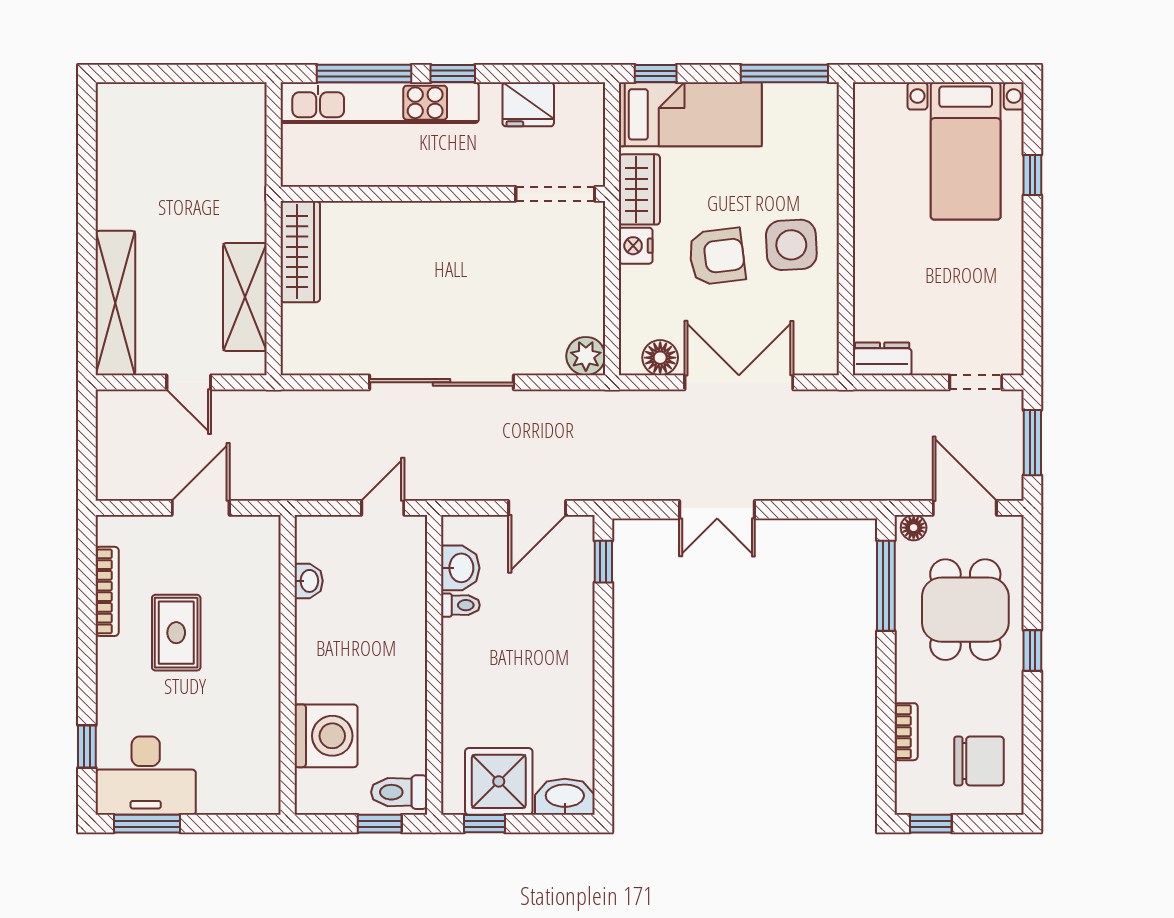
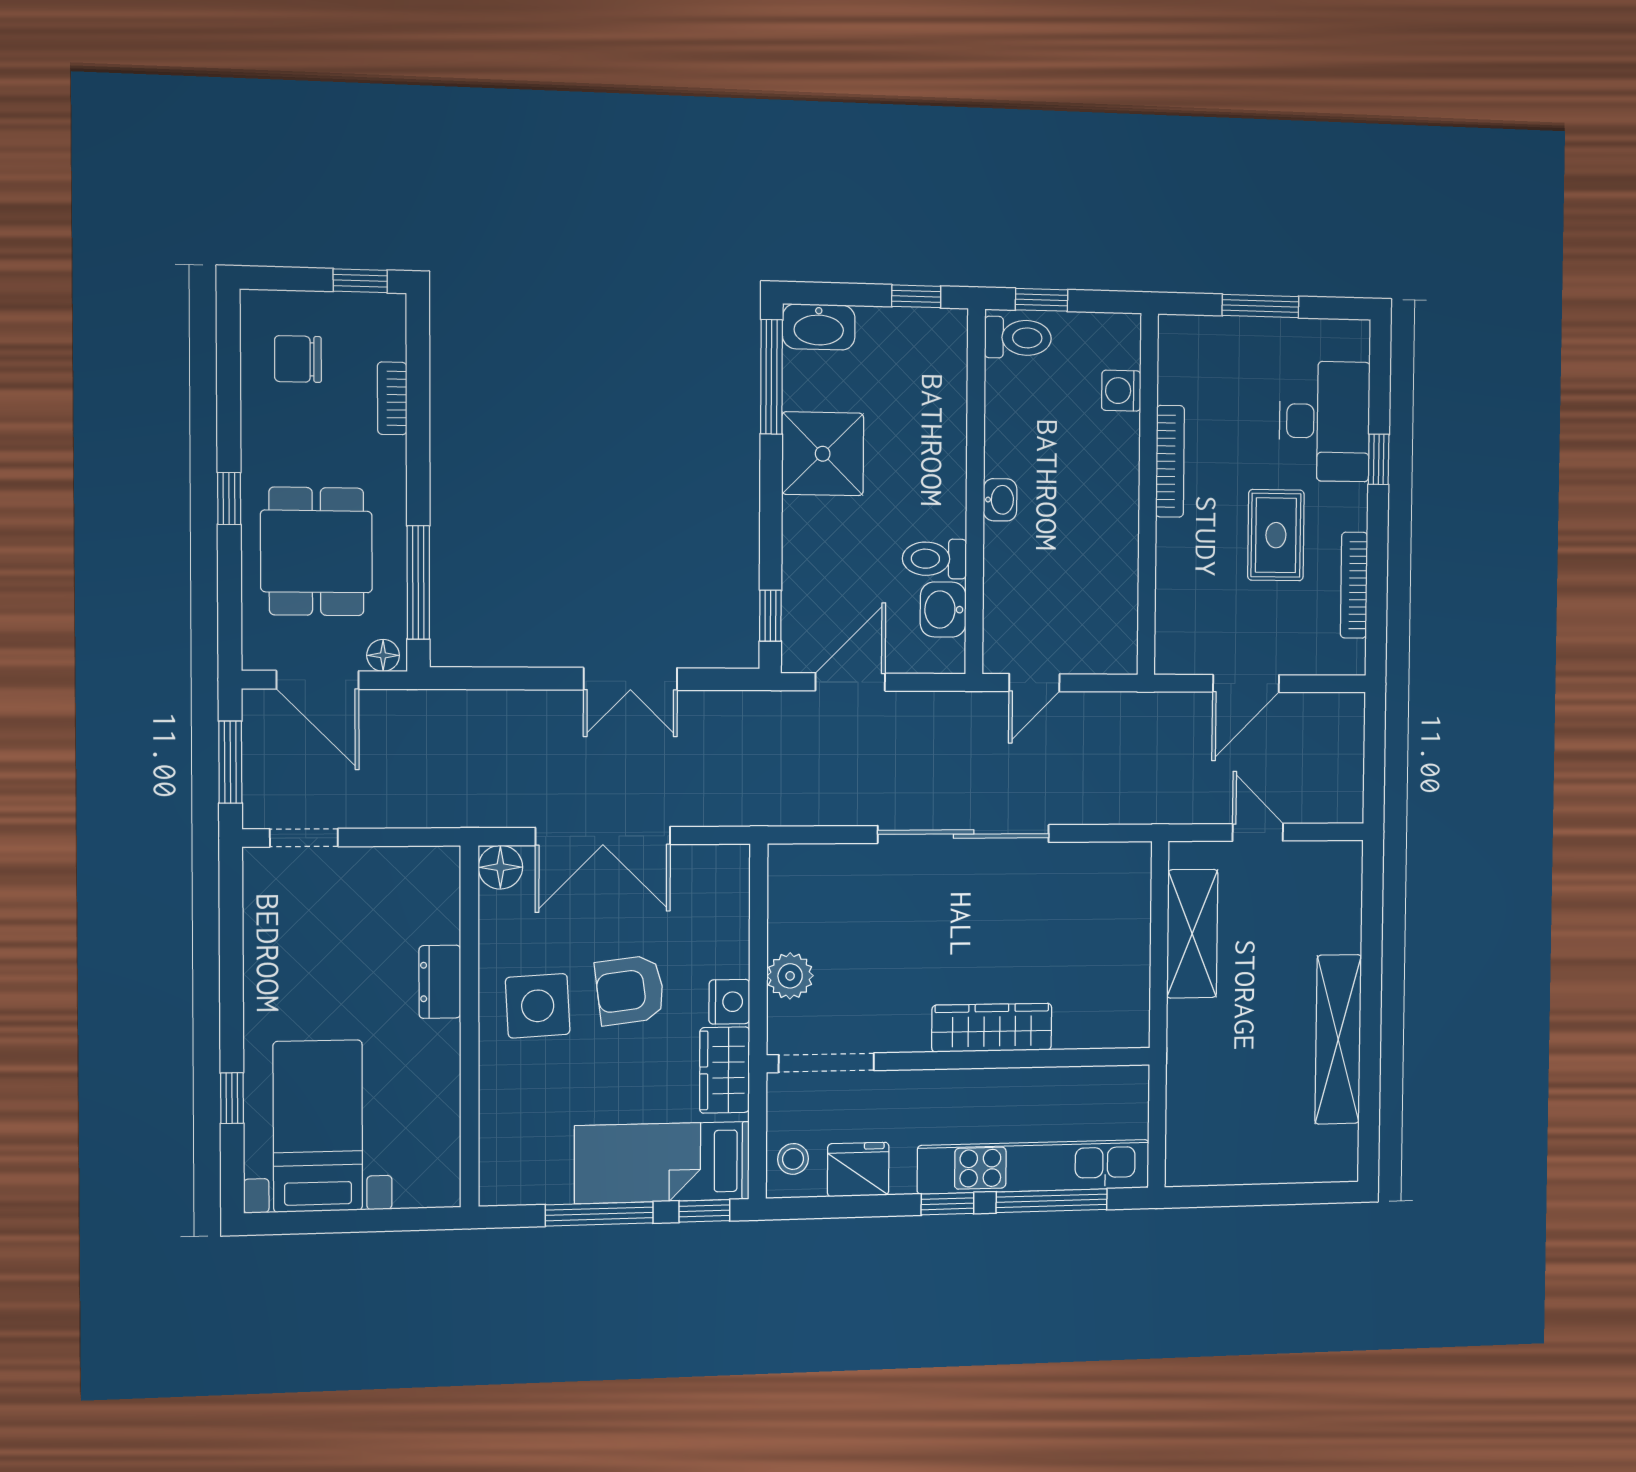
window: (784, 74) -> (599, 1214), moved
stool: (583, 115) -> (793, 1159), added
wardrobe: (300, 252) -> (992, 1028), moved, turned 90
shelving: (115, 303) -> (1338, 1039), moved
plant: (586, 356) -> (790, 976), moved
floor lamp: (660, 358) -> (500, 867), moved
dresser: (882, 359) -> (440, 982), moved, turned 90
double door: (717, 510) -> (630, 679), swing flipped
washbasin: (309, 581) -> (1000, 500), moved, turned 180
toilet: (460, 605) -> (934, 559), width x1.37, depth x1.39
bookcase: (269, 693) -> (1170, 461), added
washing machine: (326, 736) -> (1121, 391), width x0.53, depth x0.53
window: (87, 746) -> (1379, 459), moved
window: (603, 755) -> (771, 377), added
chair: (979, 761) -> (298, 359), width x0.73, depth x0.73
desk: (146, 776) -> (1325, 421), moved, turned 90
shower: (499, 781) -> (823, 454), moved
window: (147, 824) -> (1260, 306), moved

